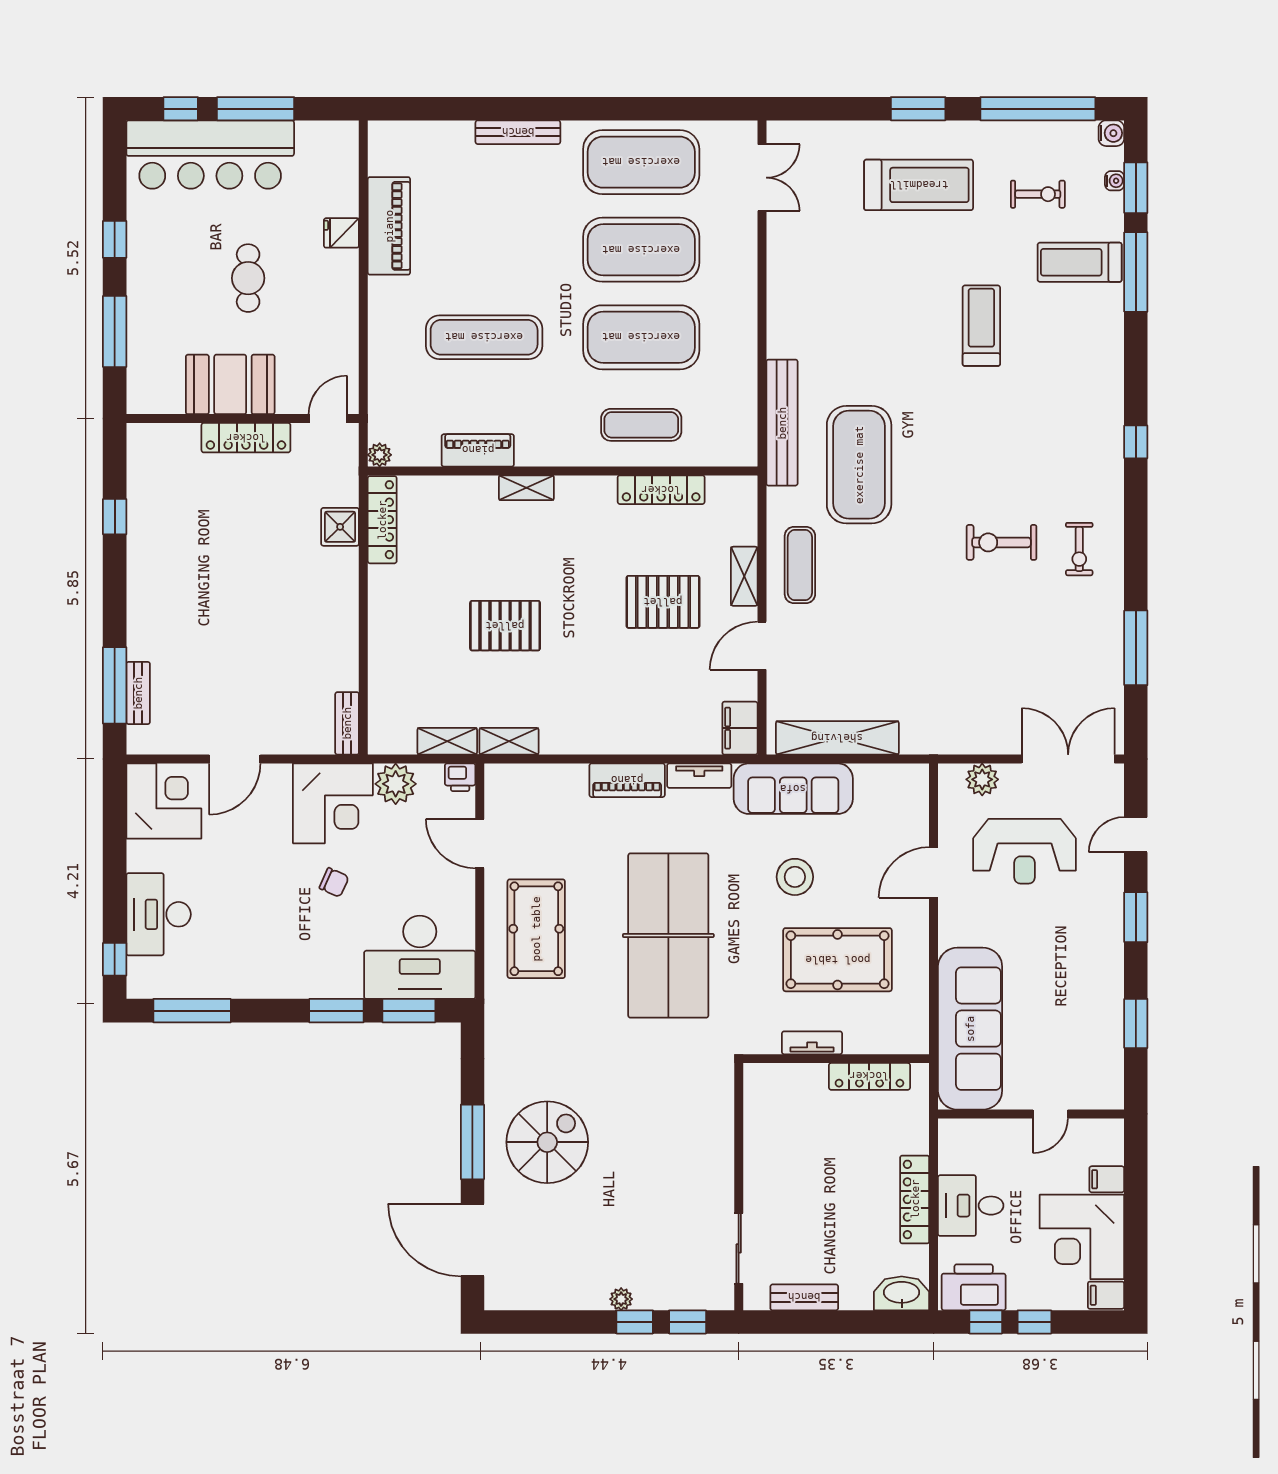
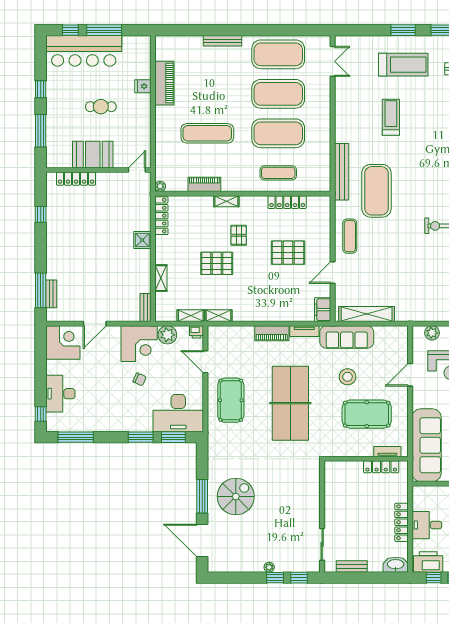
cafe table: (248, 278) -> (101, 107), turned 90
treadmill: (981, 326) -> (391, 117), moved
locker: (246, 438) -> (76, 179), moved
shower: (340, 527) -> (142, 240), moved
pallet: (554, 563) -> (239, 235), added
shelving: (744, 576) -> (161, 278), moved
tv unit: (812, 1043) -> (387, 452), moved

